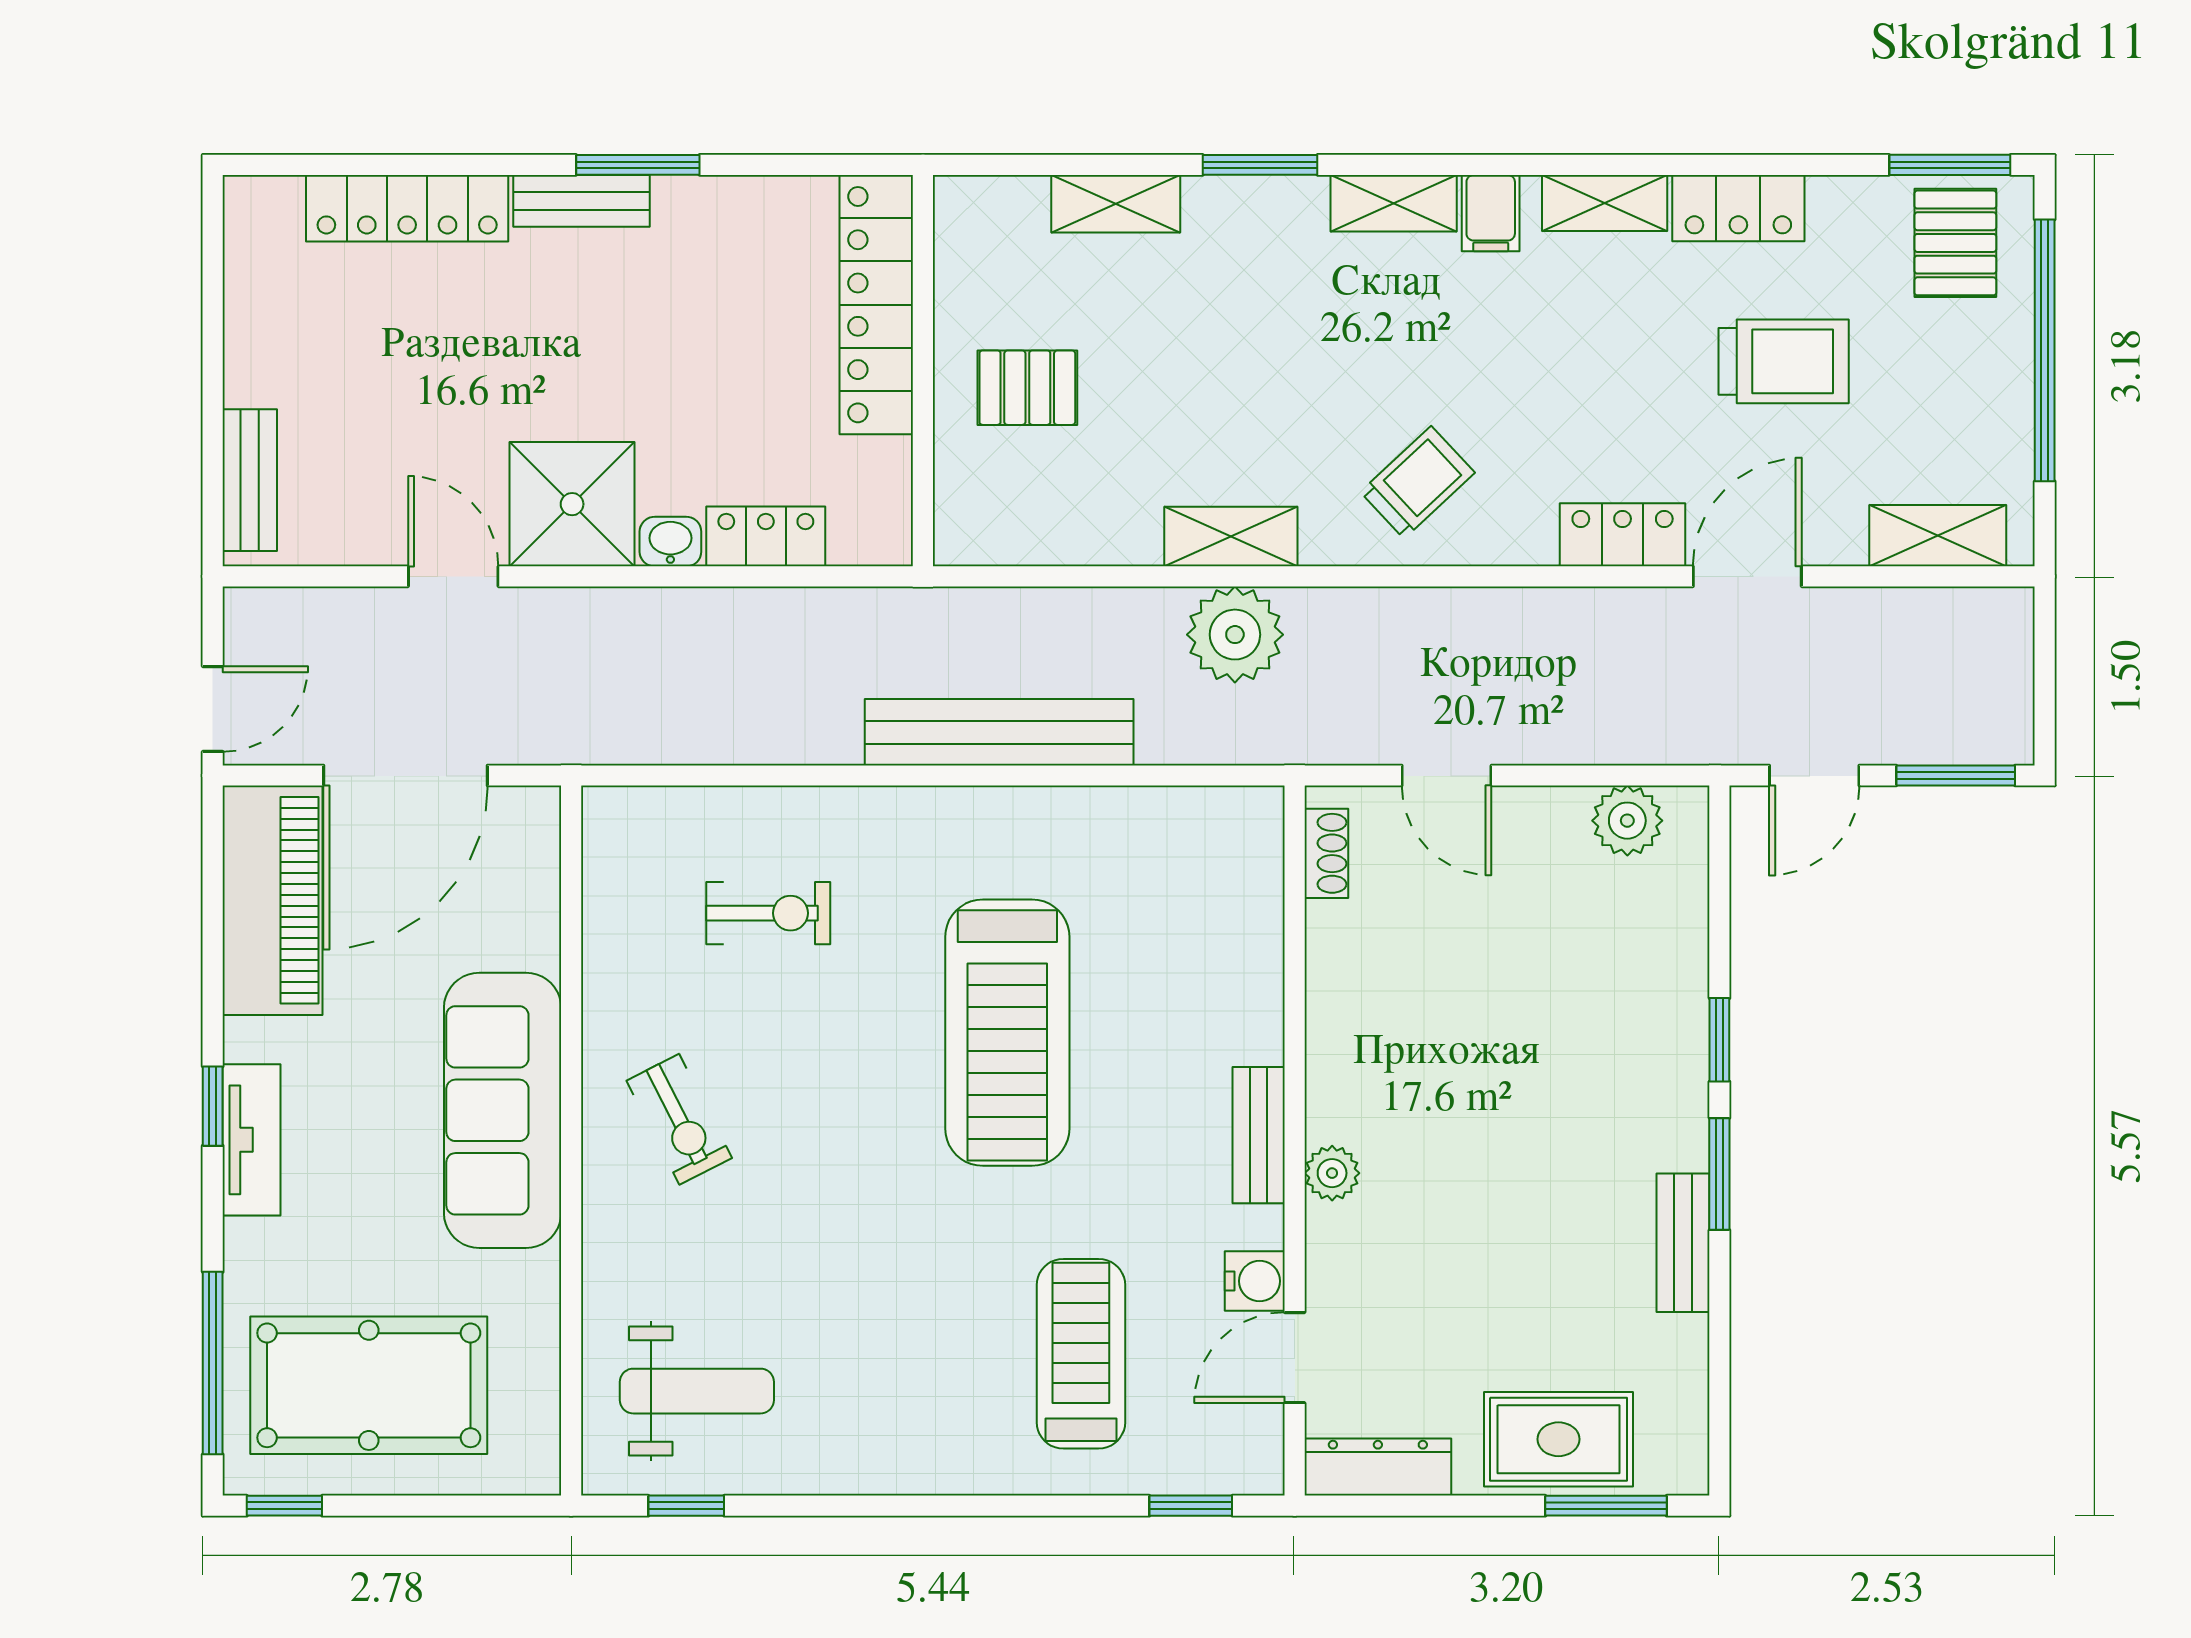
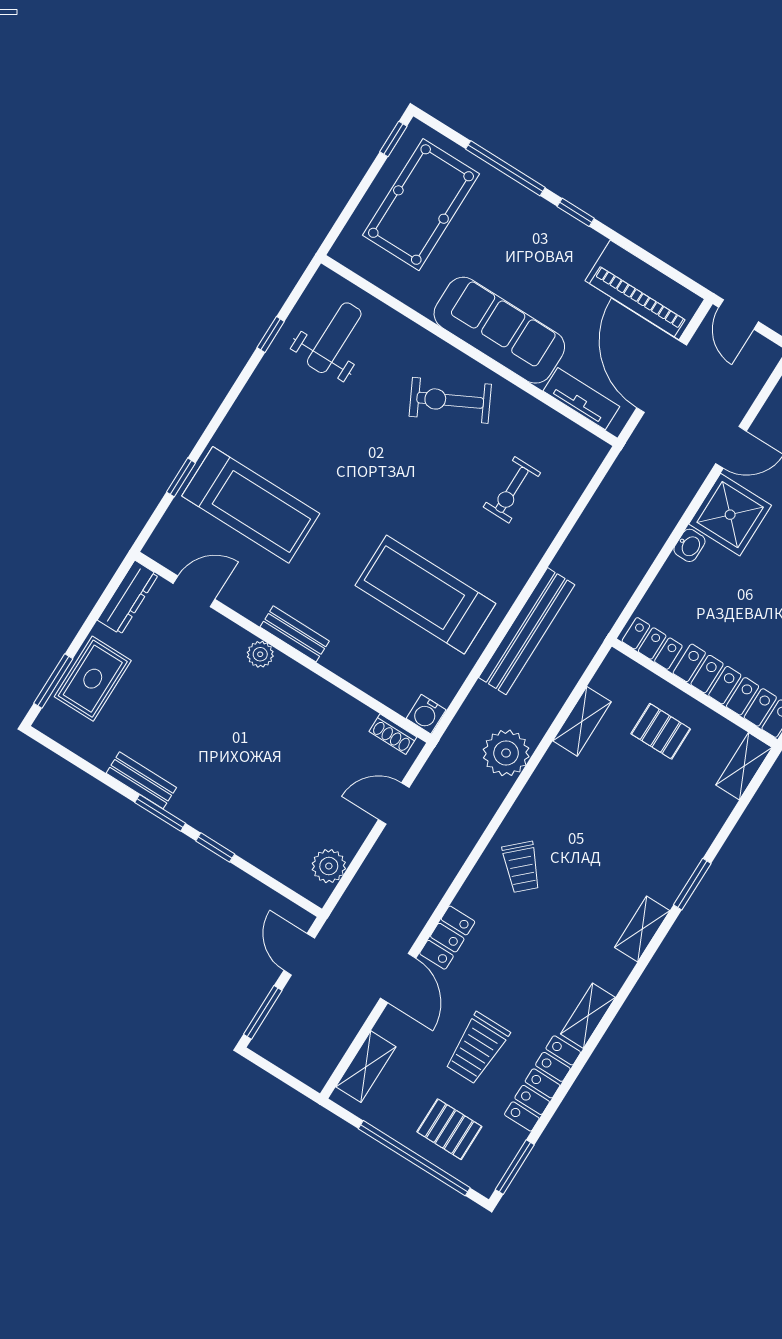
shelving: (1116, 204) -> (744, 766), moved
locker: (1738, 208) -> (543, 1083), width x1.53
filing cabinet: (1491, 213) -> (613, 966), removed
pallet: (1955, 243) -> (449, 1129), moved
pallet: (1027, 388) -> (661, 731), turned 90
locker: (766, 536) -> (652, 643), moved, turned -90
shelving: (1231, 537) -> (582, 721), moved
treadmill: (1007, 1033) -> (425, 595), moved
exercise bike: (679, 1119) -> (450, 400), width x1.38, depth x1.39
tv unit: (252, 1140) -> (581, 399), moved, turned 180
water cooler: (1255, 1281) -> (426, 714), moved
treadmill: (1081, 1354) -> (251, 505), width x1.37, depth x1.38
door: (1295, 1358) -> (194, 591), hinge flipped
window: (213, 1363) -> (505, 168), moved
weight bench: (697, 1391) -> (334, 338), turned 180
window: (686, 1506) -> (271, 334), moved
window: (1191, 1506) -> (181, 477), moved

